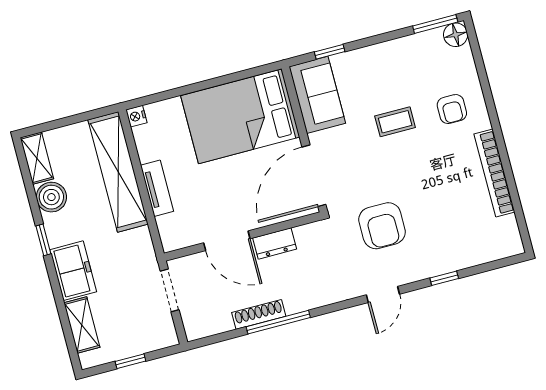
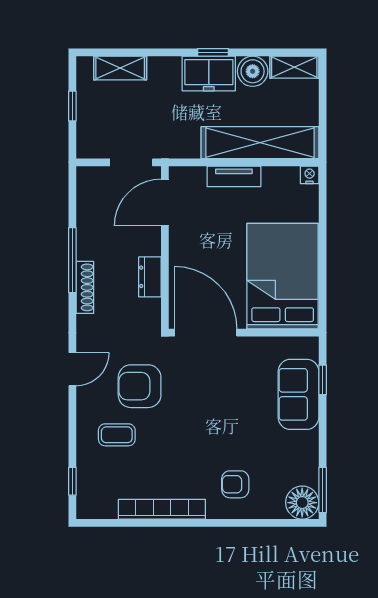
floor lamp: (456, 35) -> (302, 503), width x1.38, depth x1.38
sofa: (317, 95) -> (298, 394), moved, turned 90
coffee table: (395, 122) -> (117, 435), moved, turned 90
door: (227, 241) -> (165, 202), moved
freezer: (73, 271) -> (209, 73), moved
window: (444, 278) -> (72, 481), moved
door: (383, 294) -> (72, 369), swing flipped
shoe rack: (259, 314) -> (85, 287), moved

